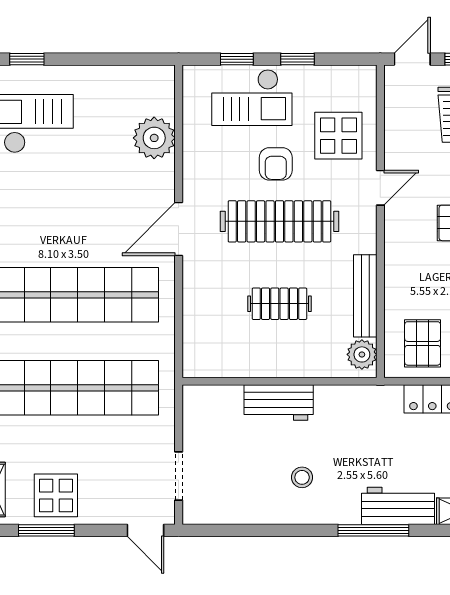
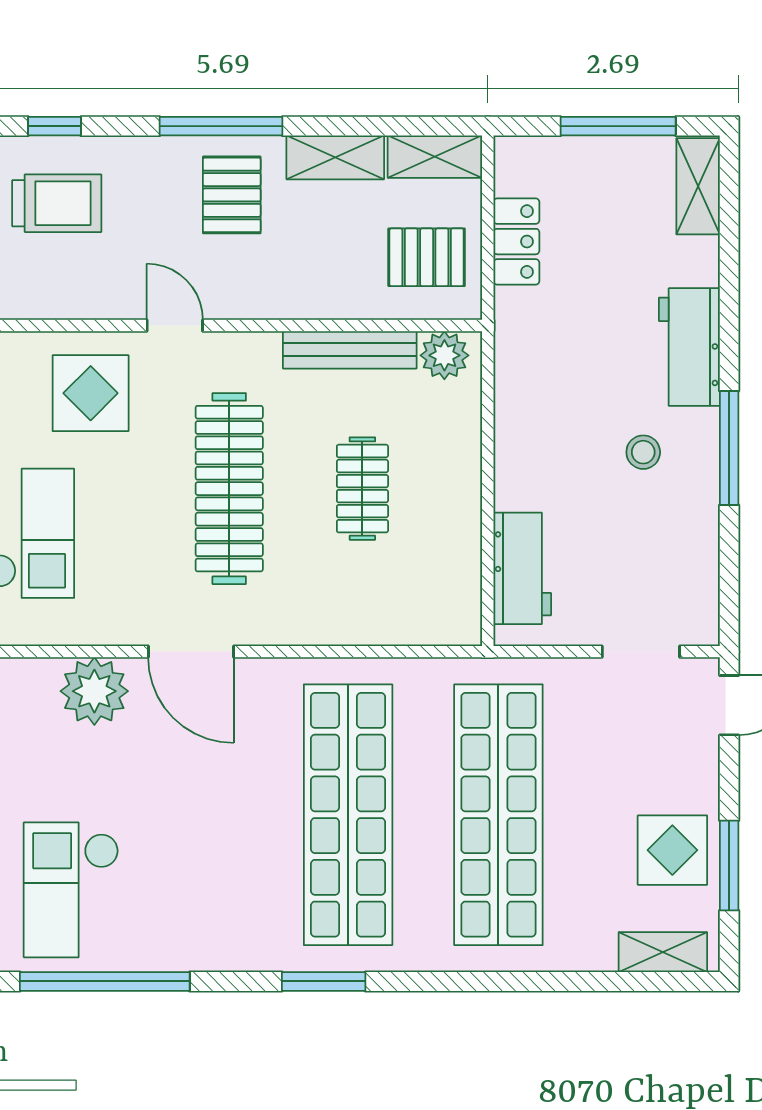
armchair: (276, 164) -> (136, 495), removed
door: (179, 229) -> (191, 652), moved
workbench: (279, 403) -> (522, 568), moved
workbench: (398, 506) -> (689, 347), moved
window: (373, 530) -> (729, 448), moved

